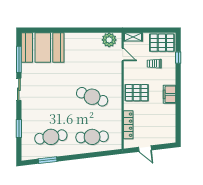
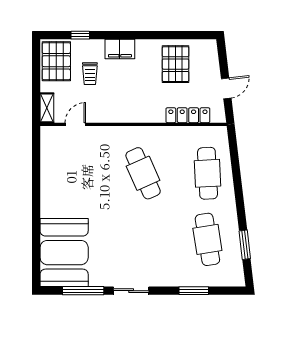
plant: (109, 40) -> (52, 146), removed
pallet: (137, 93) -> (176, 64), moved
filing cabinet: (170, 94) -> (120, 49), moved
cafe table: (92, 97) -> (143, 173), turned -45

